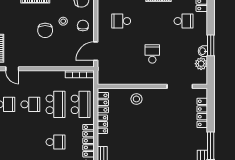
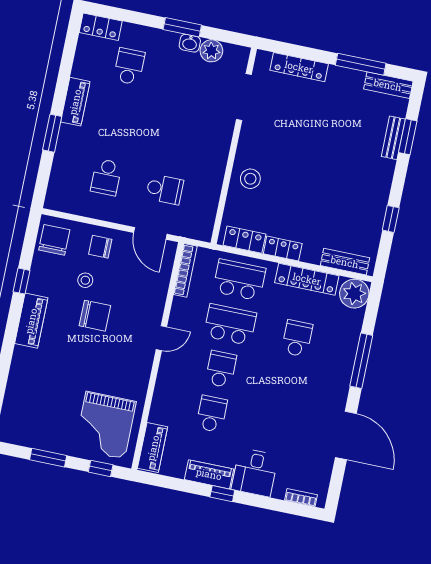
school desk: (152, 54) -> (165, 189), moved, turned 180
door: (12, 69) -> (161, 338), moved

